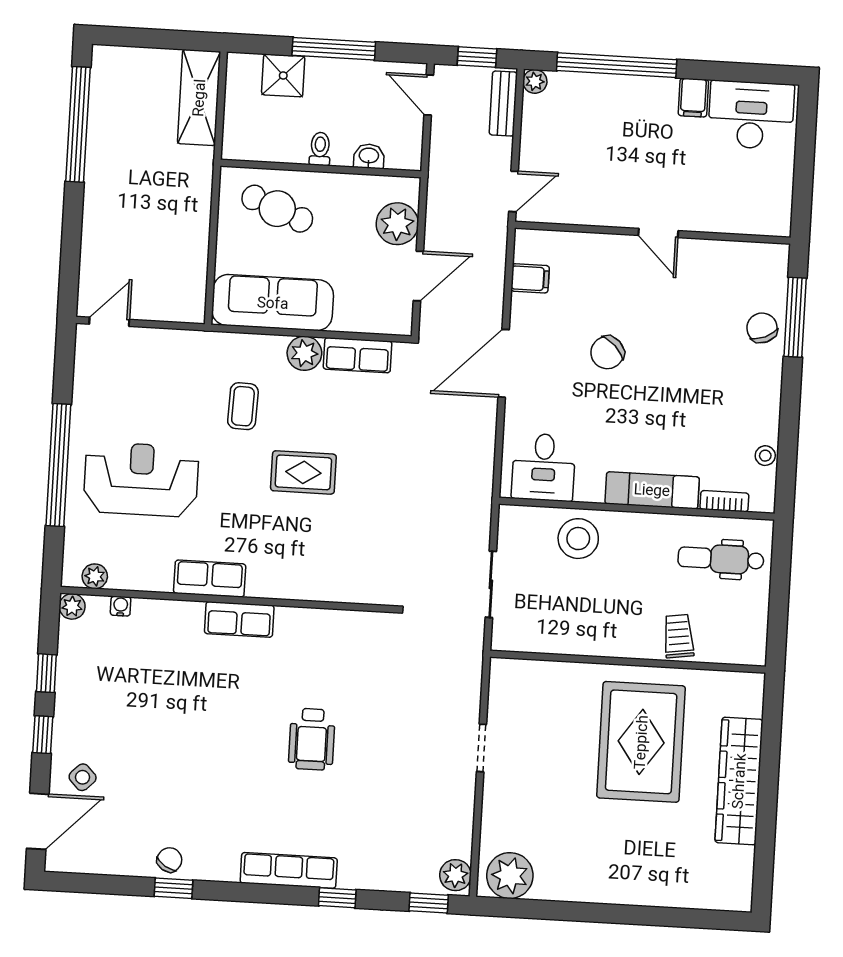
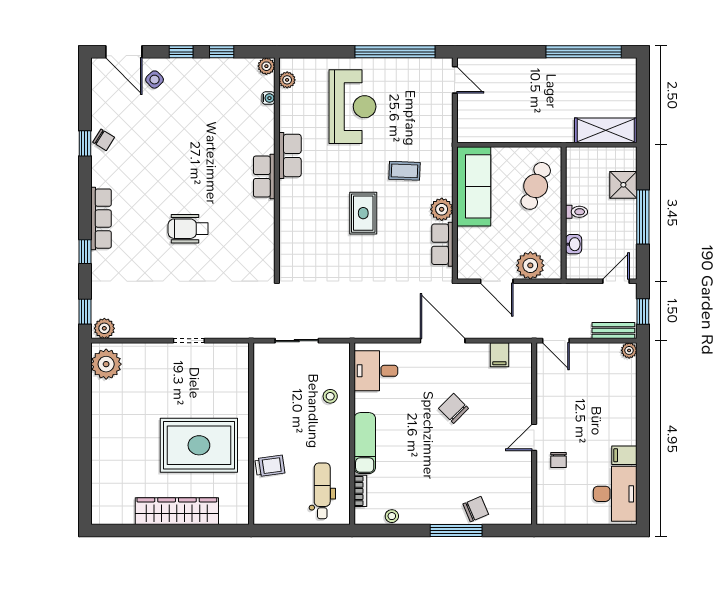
window: (617, 65) -> (643, 404), removed
chair: (695, 198) -> (559, 460), added
window: (795, 317) -> (456, 531), moved
window: (58, 465) -> (395, 52), moved
stool: (578, 539) -> (330, 396), width x0.53, depth x0.53

